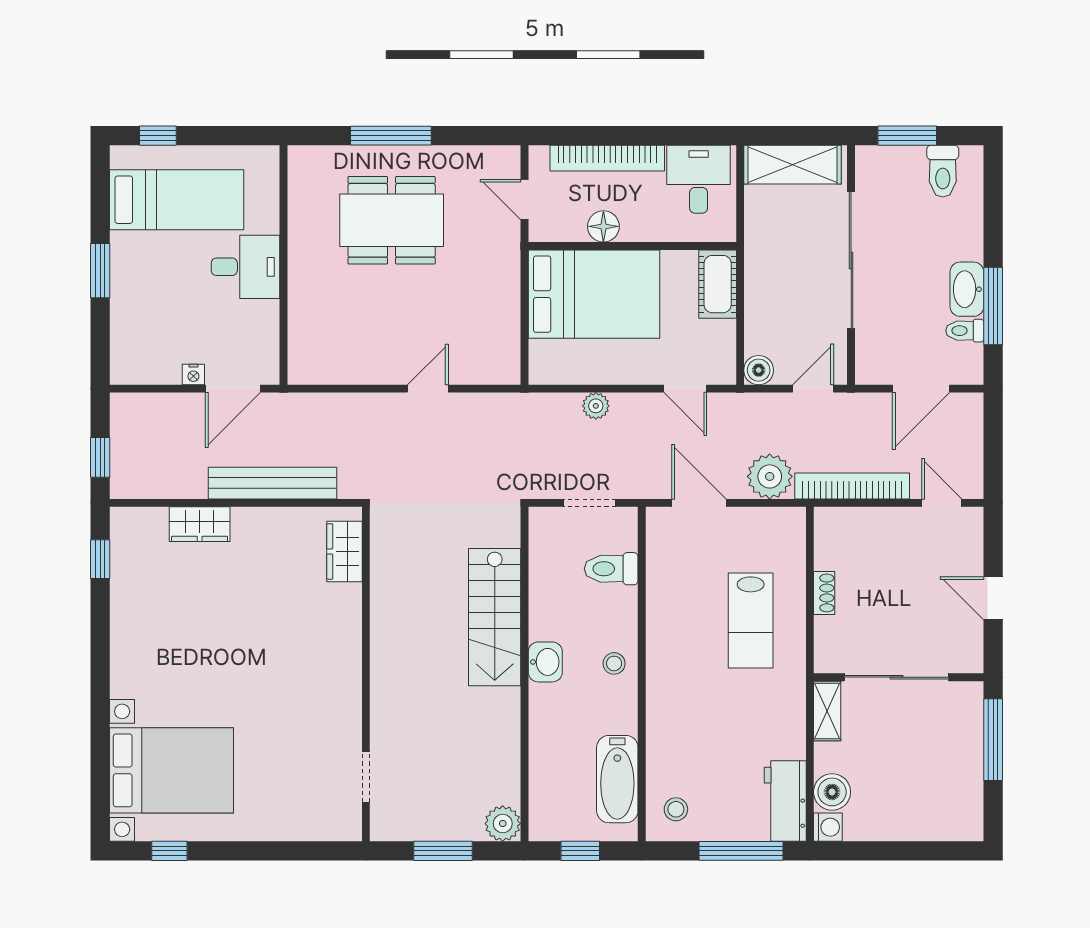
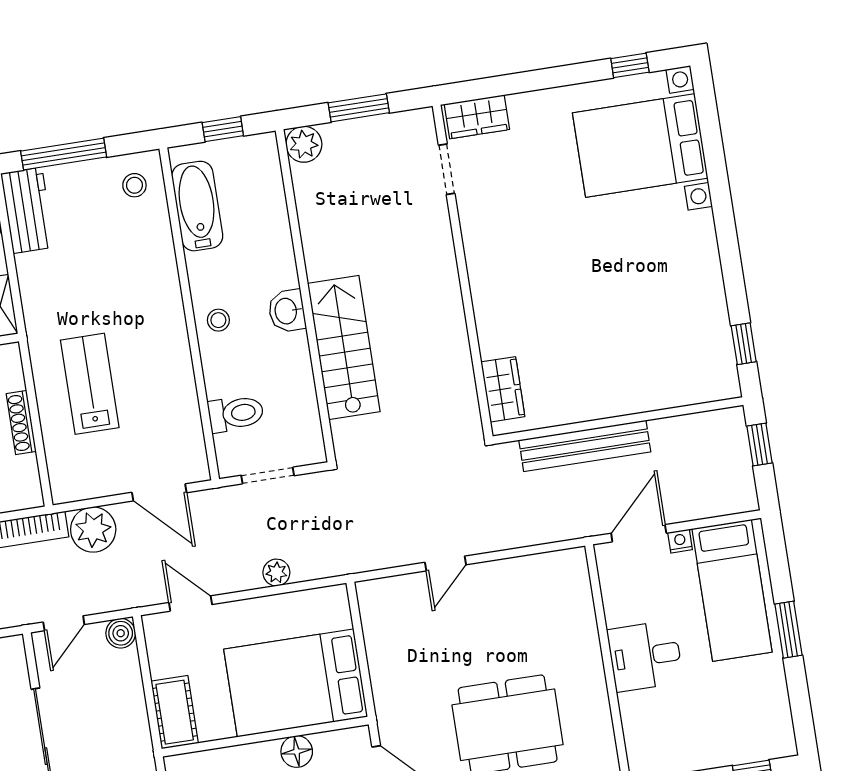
bed: (177, 200) -> (732, 590), moved, turned -90
wardrobe: (200, 524) -> (477, 117), moved, turned 180
shoe rack: (824, 593) -> (21, 423), width x1.43

